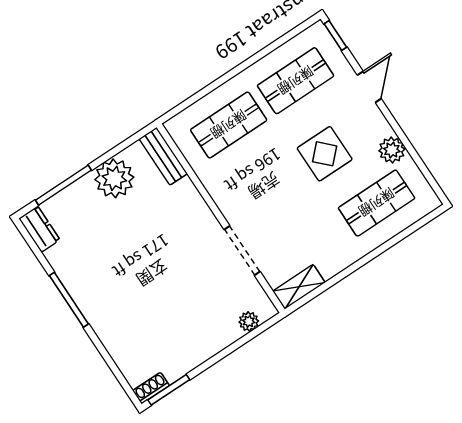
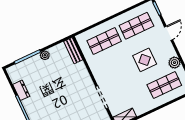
plant: (114, 178) -> (45, 55), width x0.53, depth x0.53
dresser: (39, 229) -> (21, 90), moved

